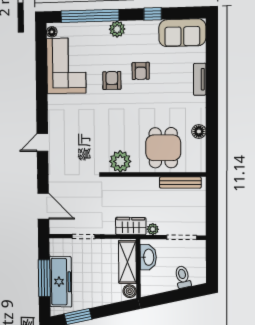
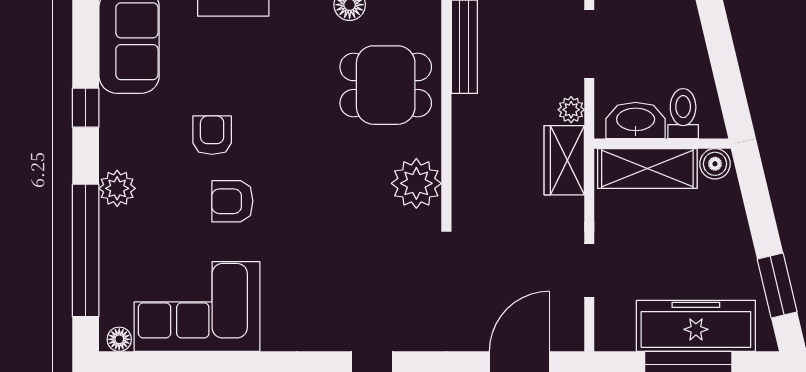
armchair: (141, 71) -> (212, 135), turned -90
toilet: (183, 277) -> (683, 114), moved, turned 103

